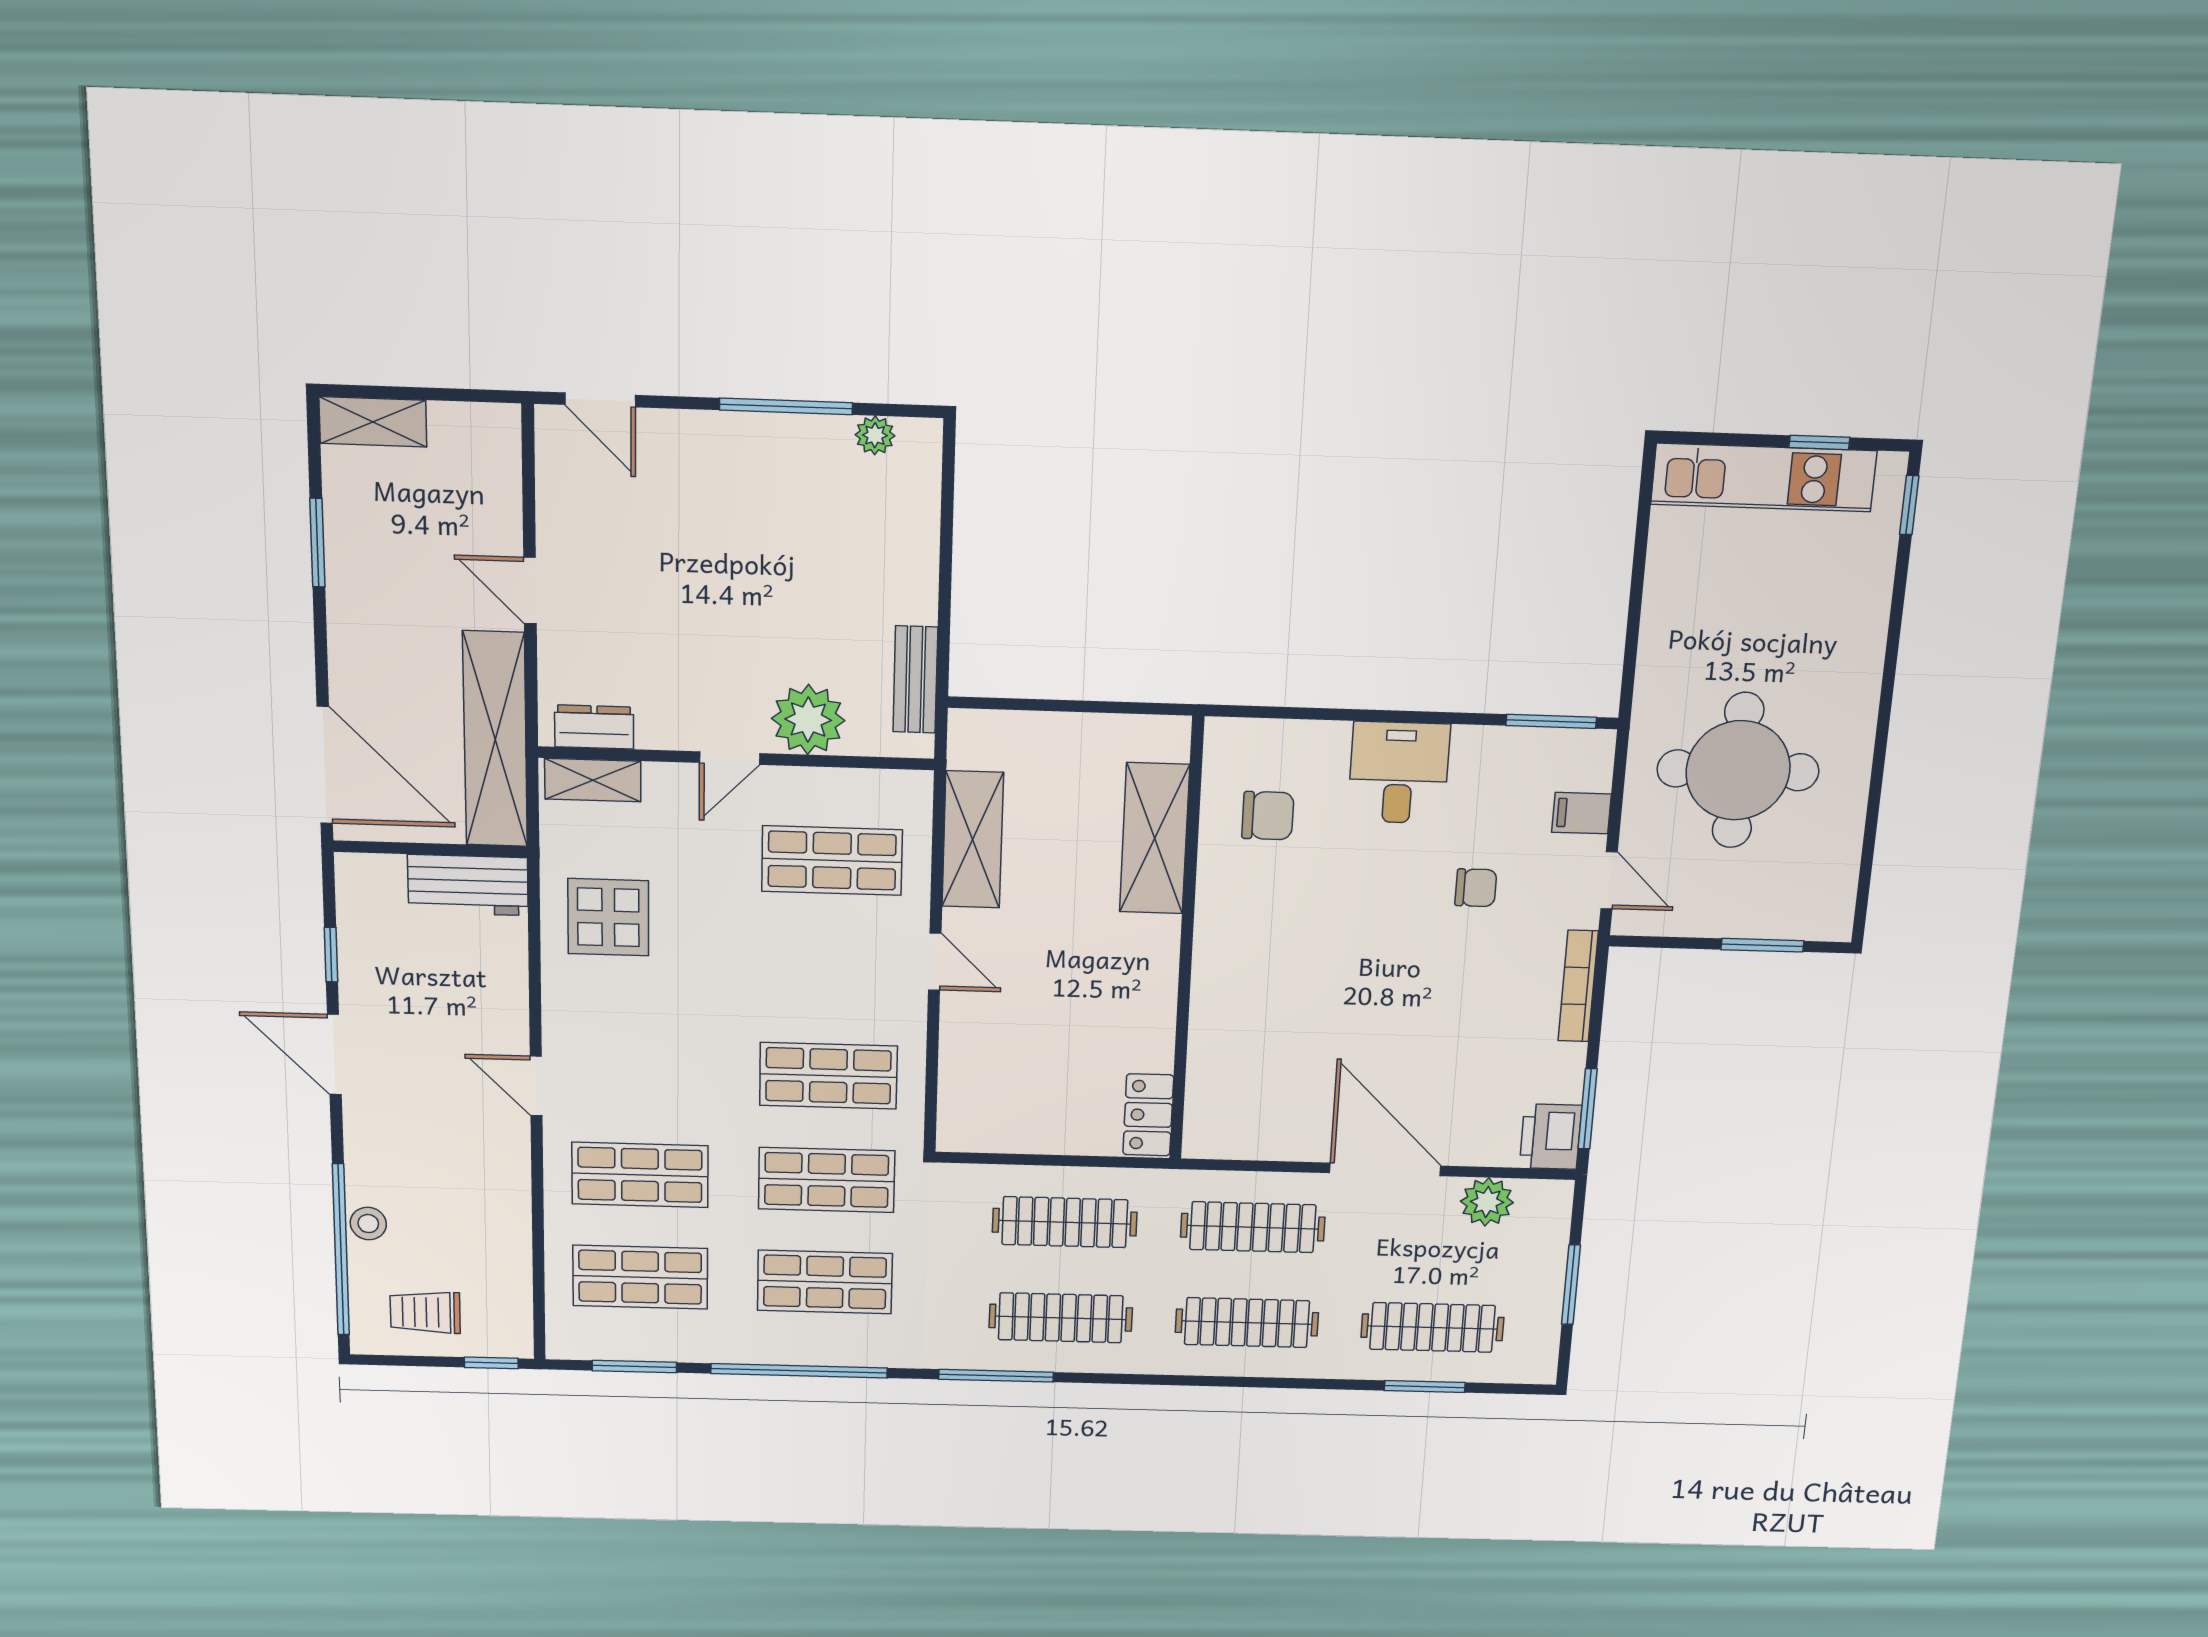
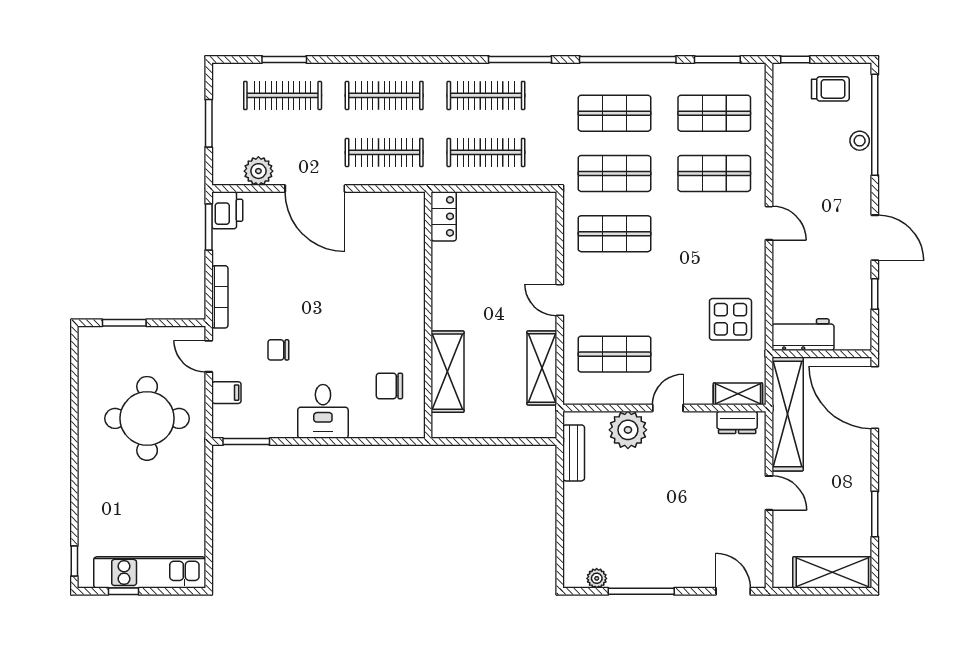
shelving: (373, 422) -> (832, 572), width x1.50, depth x1.33

